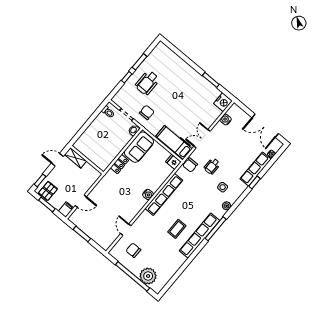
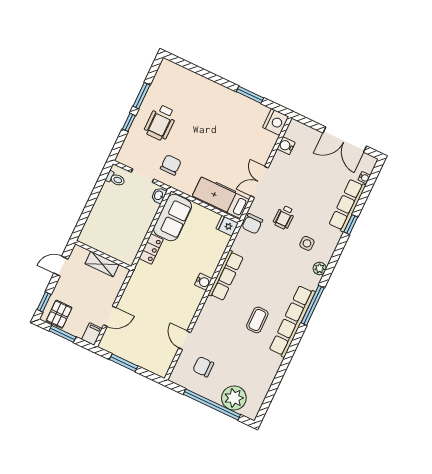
shelving: (76, 158) -> (102, 264), moved
row of seats: (164, 194) -> (226, 276), width x0.73

